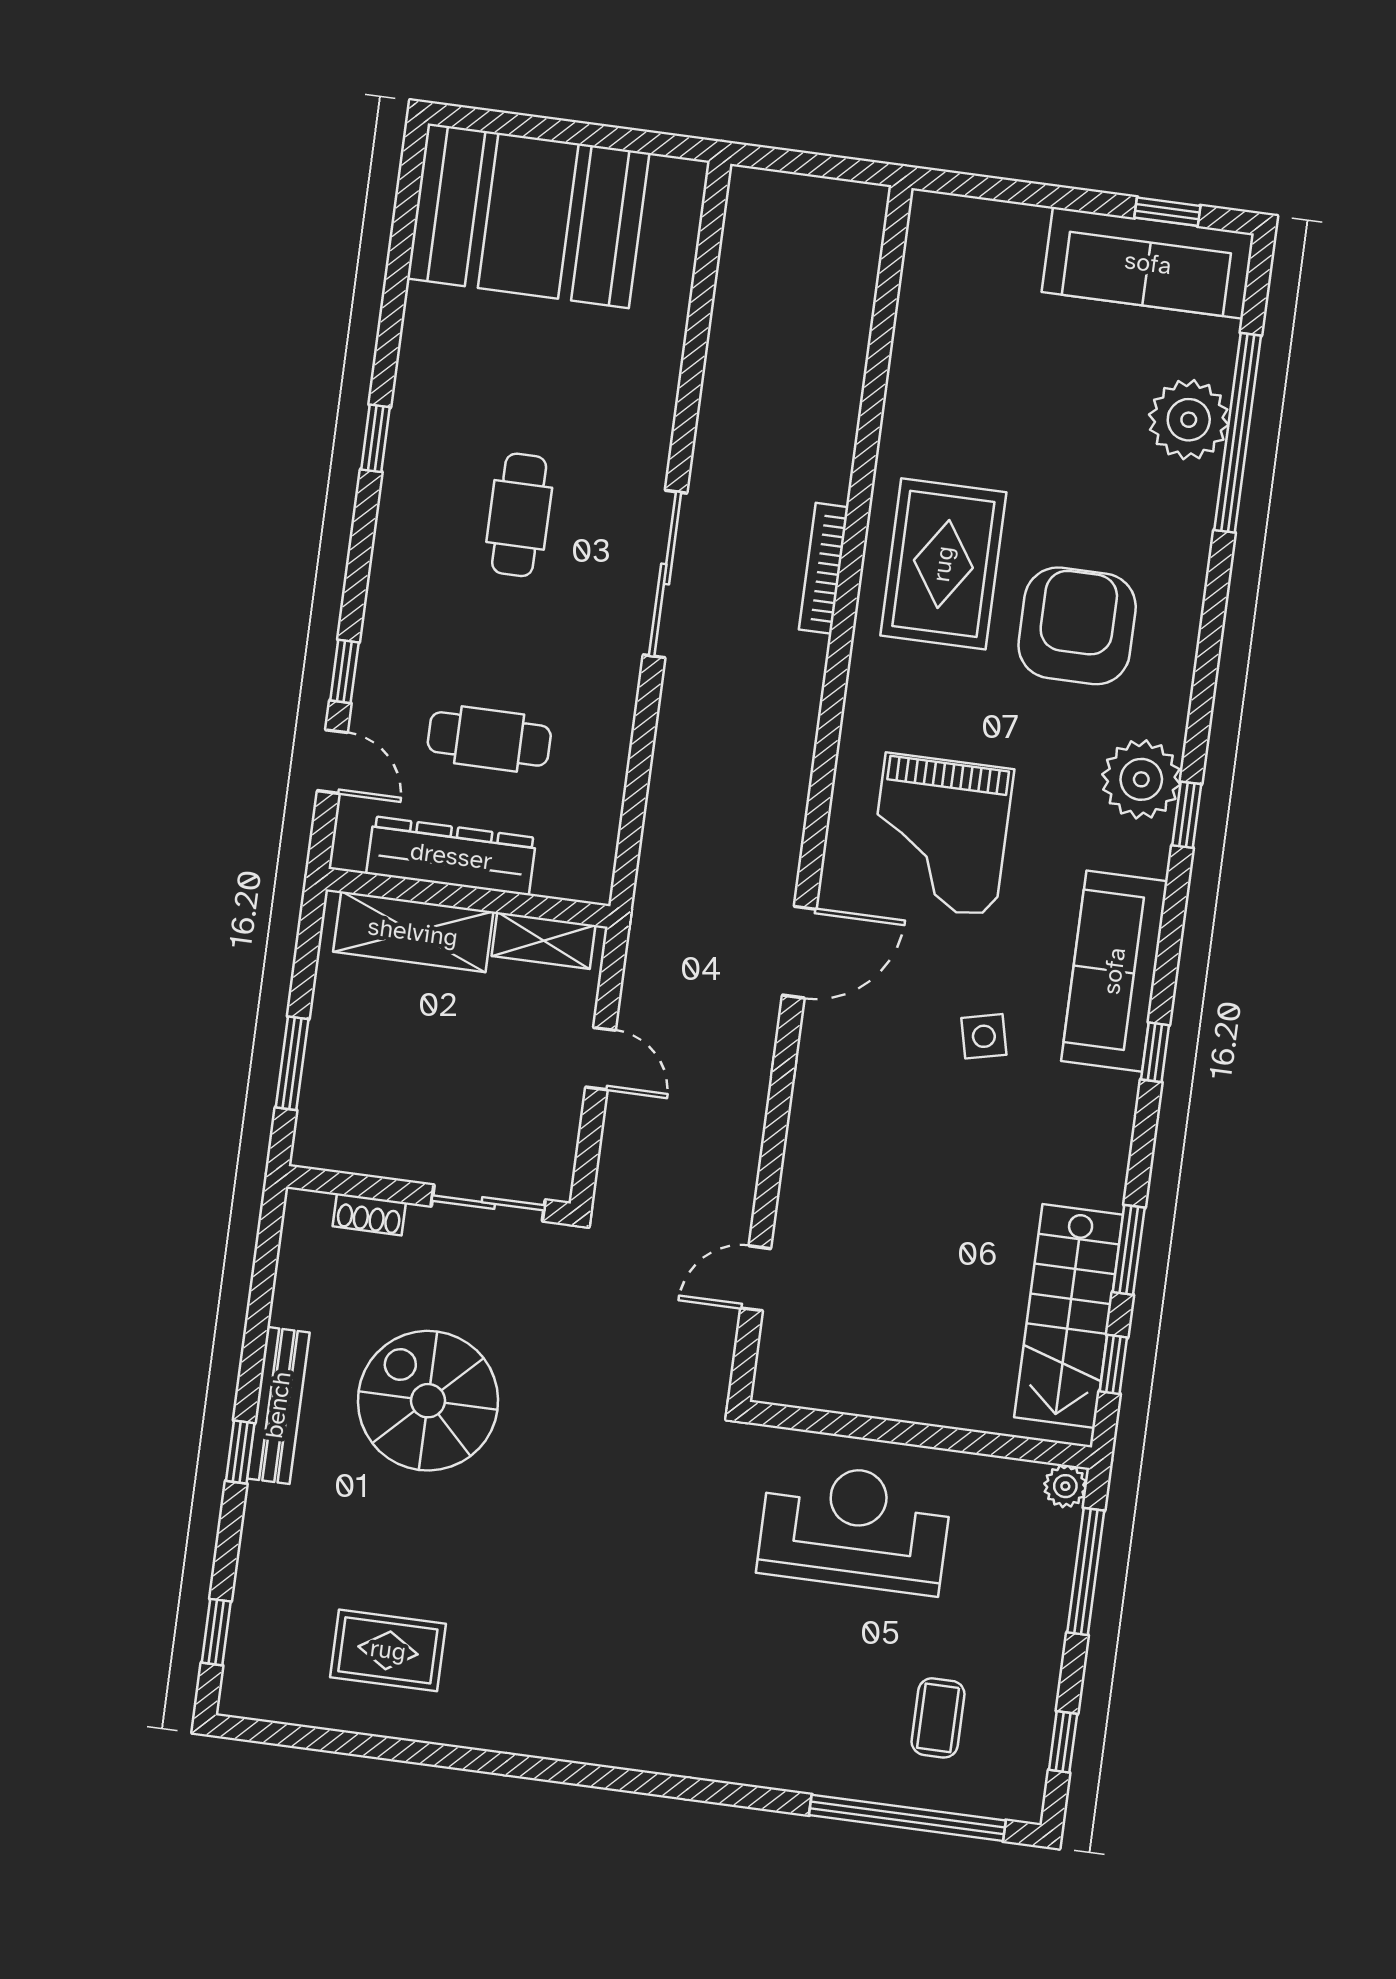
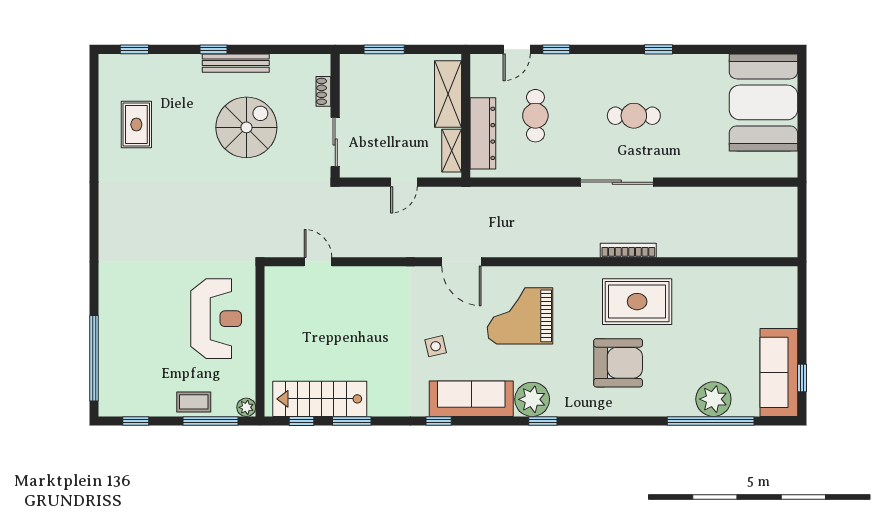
plant: (1141, 779) -> (532, 399), moved
dresser: (451, 856) -> (483, 133), moved
coffee table: (938, 1718) -> (194, 402), moved

